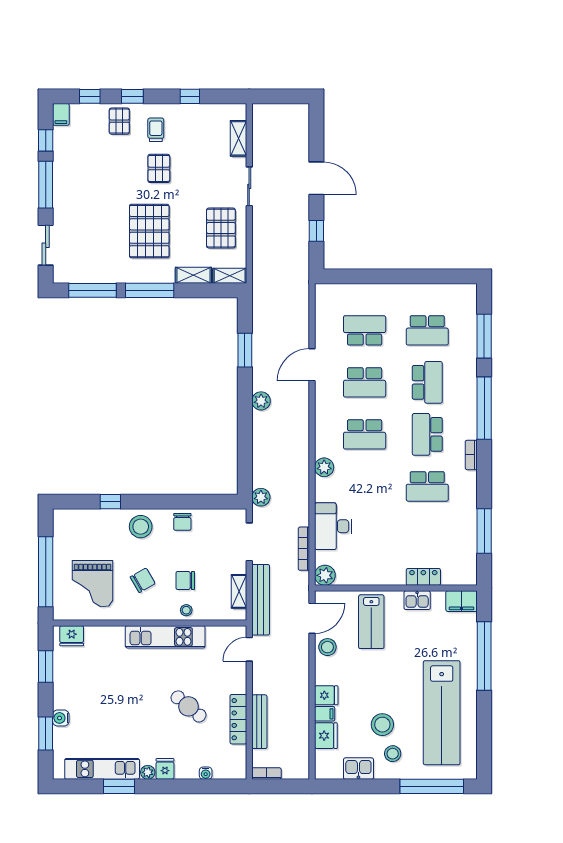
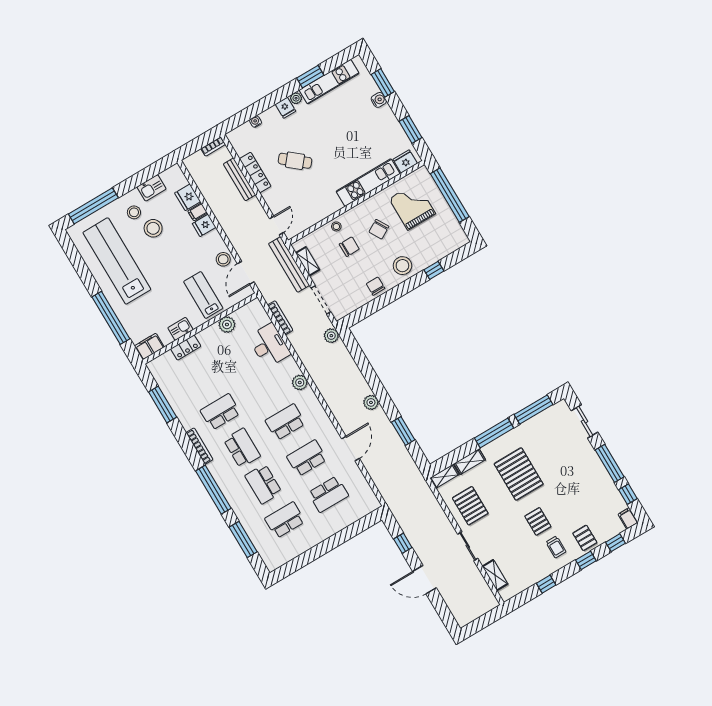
bookcase: (471, 455) -> (199, 446), width x1.56
plant: (325, 575) -> (227, 325), moved
kitchen unit: (165, 637) -> (368, 183), moved

